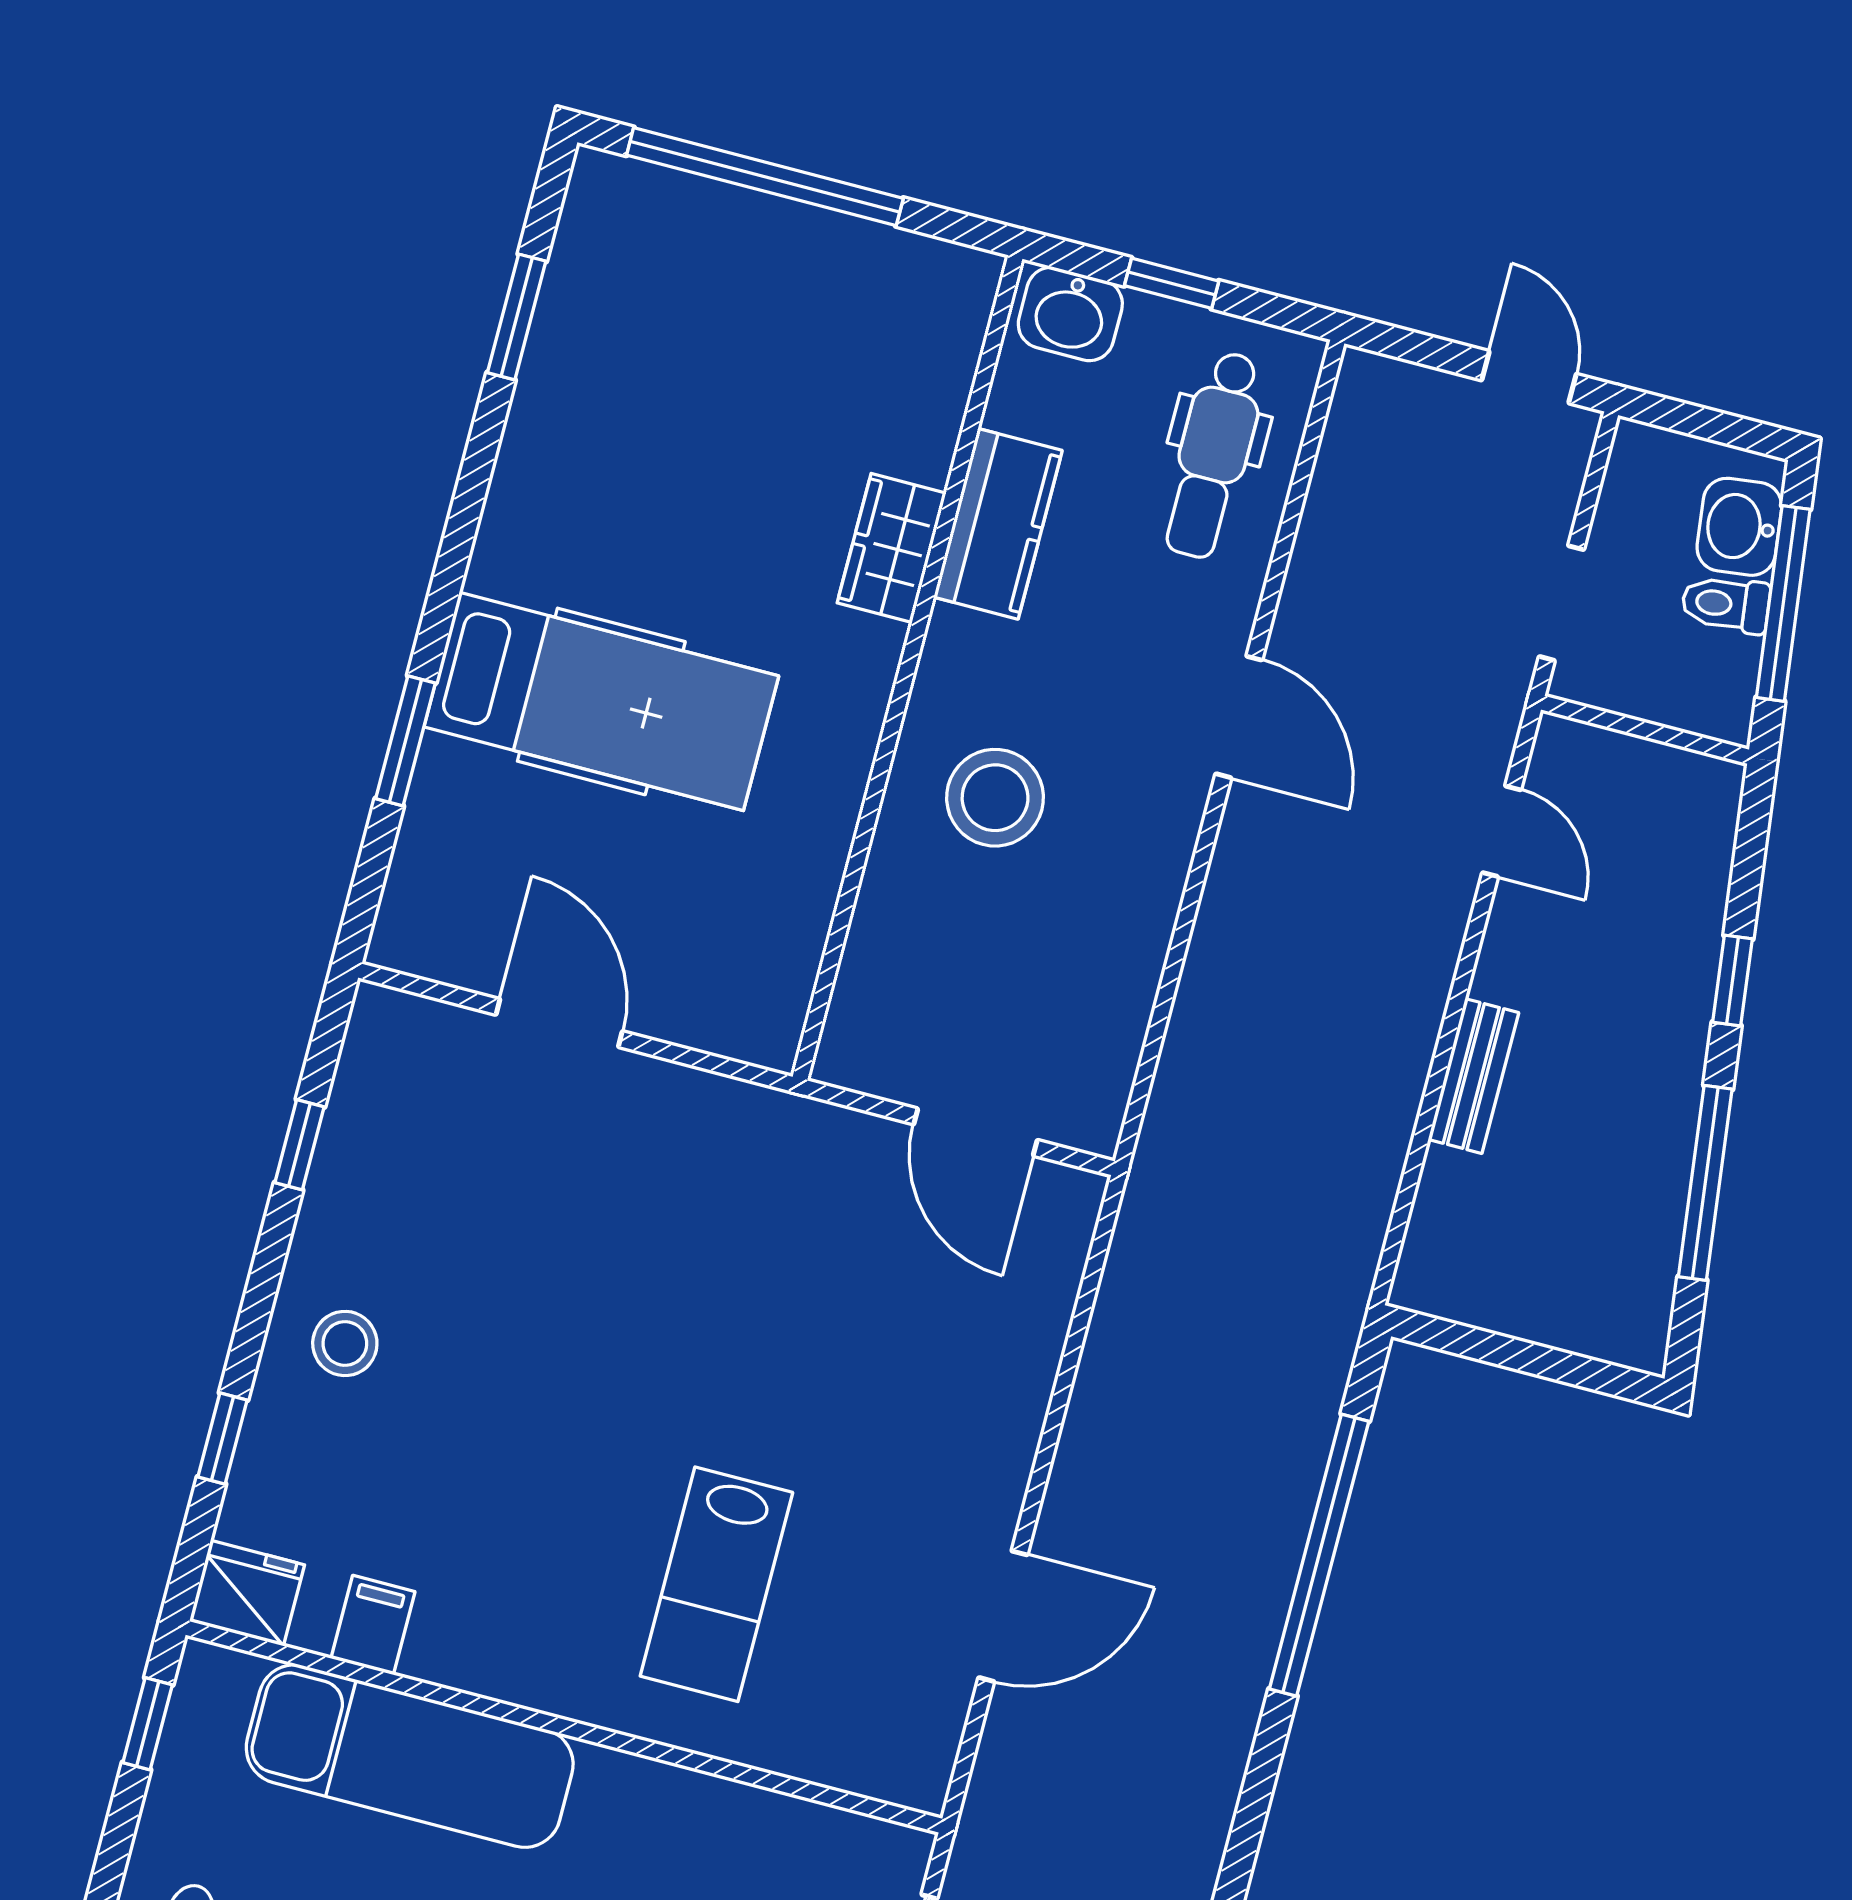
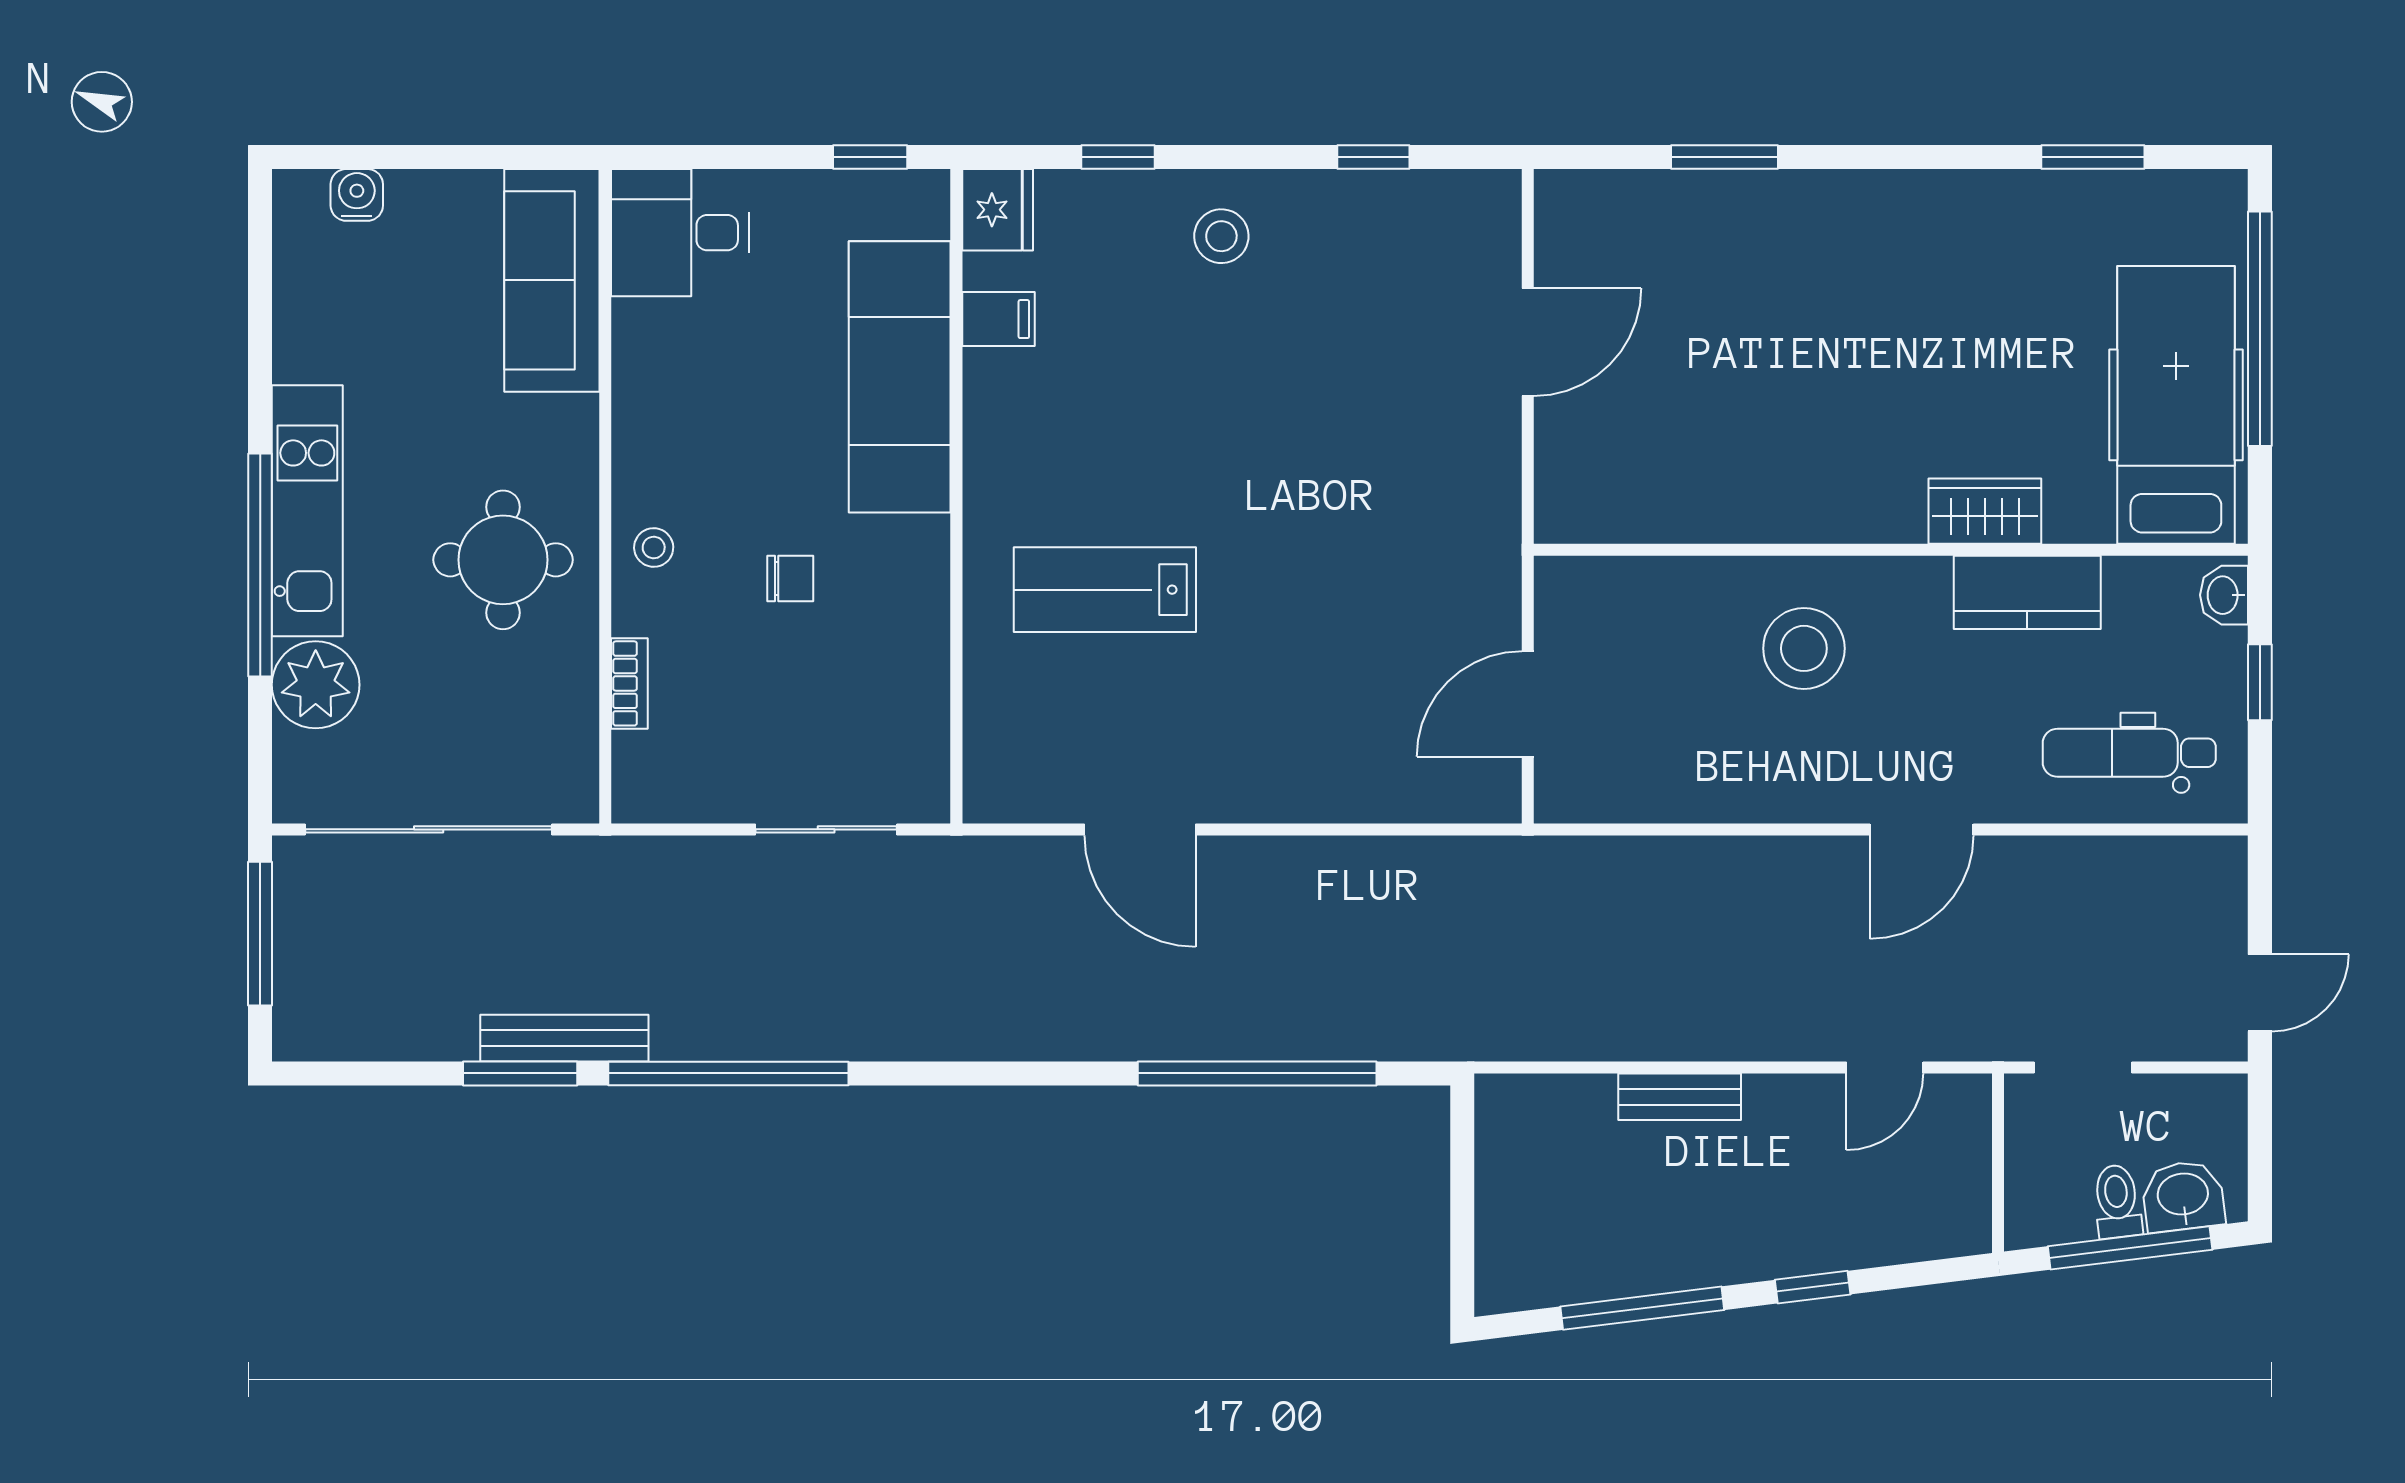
washbasin: (1070, 314) -> (2224, 595), width x0.72, depth x0.69
hospital bed: (601, 701) -> (2176, 405), moved, turned 180

